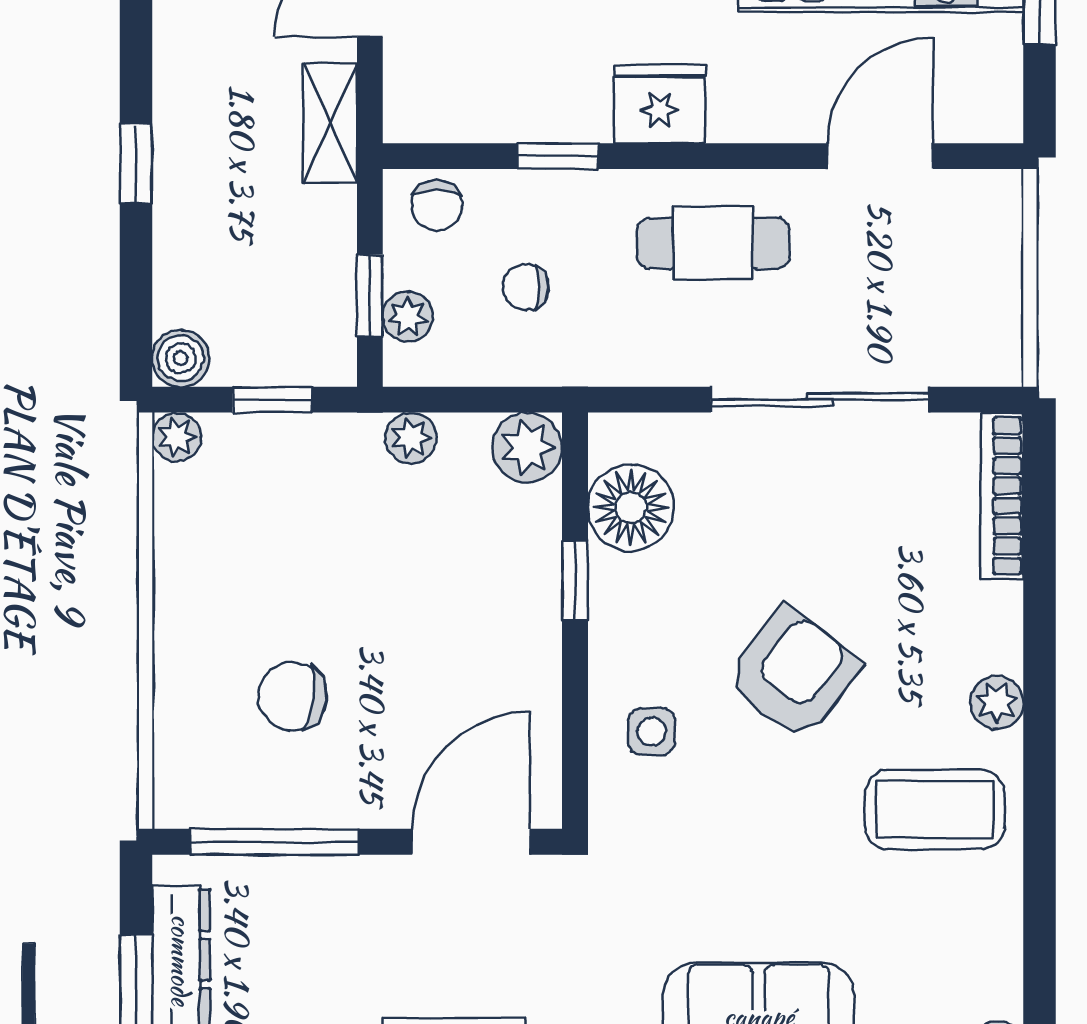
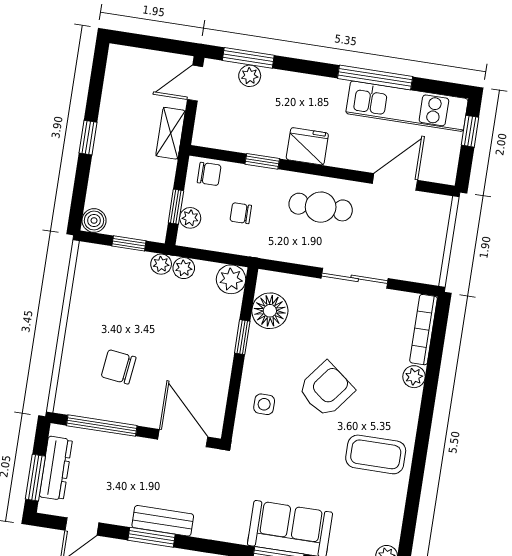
chair: (437, 205) -> (209, 174), turned -90
sliding door: (820, 400) -> (355, 278), width x0.73
plant: (177, 437) -> (161, 264), moved
plant: (997, 702) -> (414, 377), moved
door: (471, 842) -> (183, 438), hinge flipped

